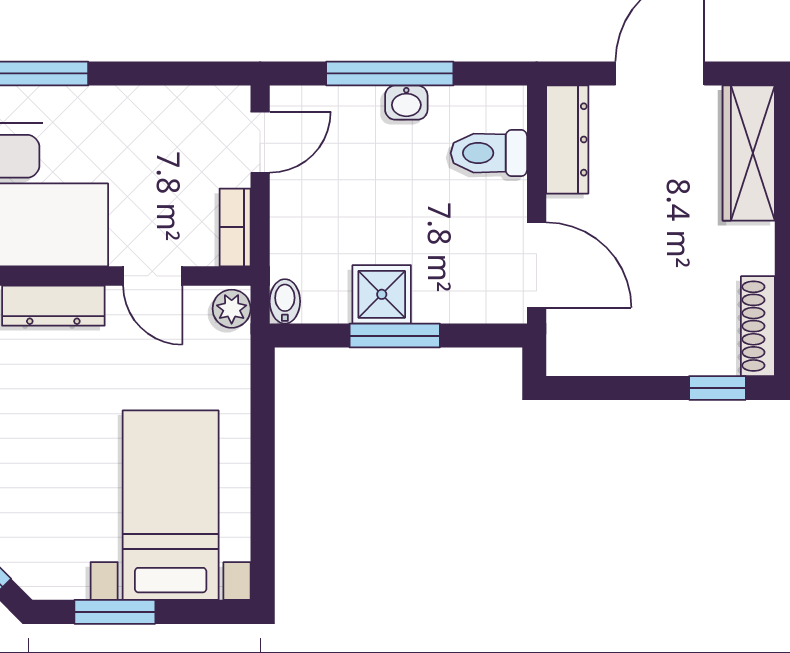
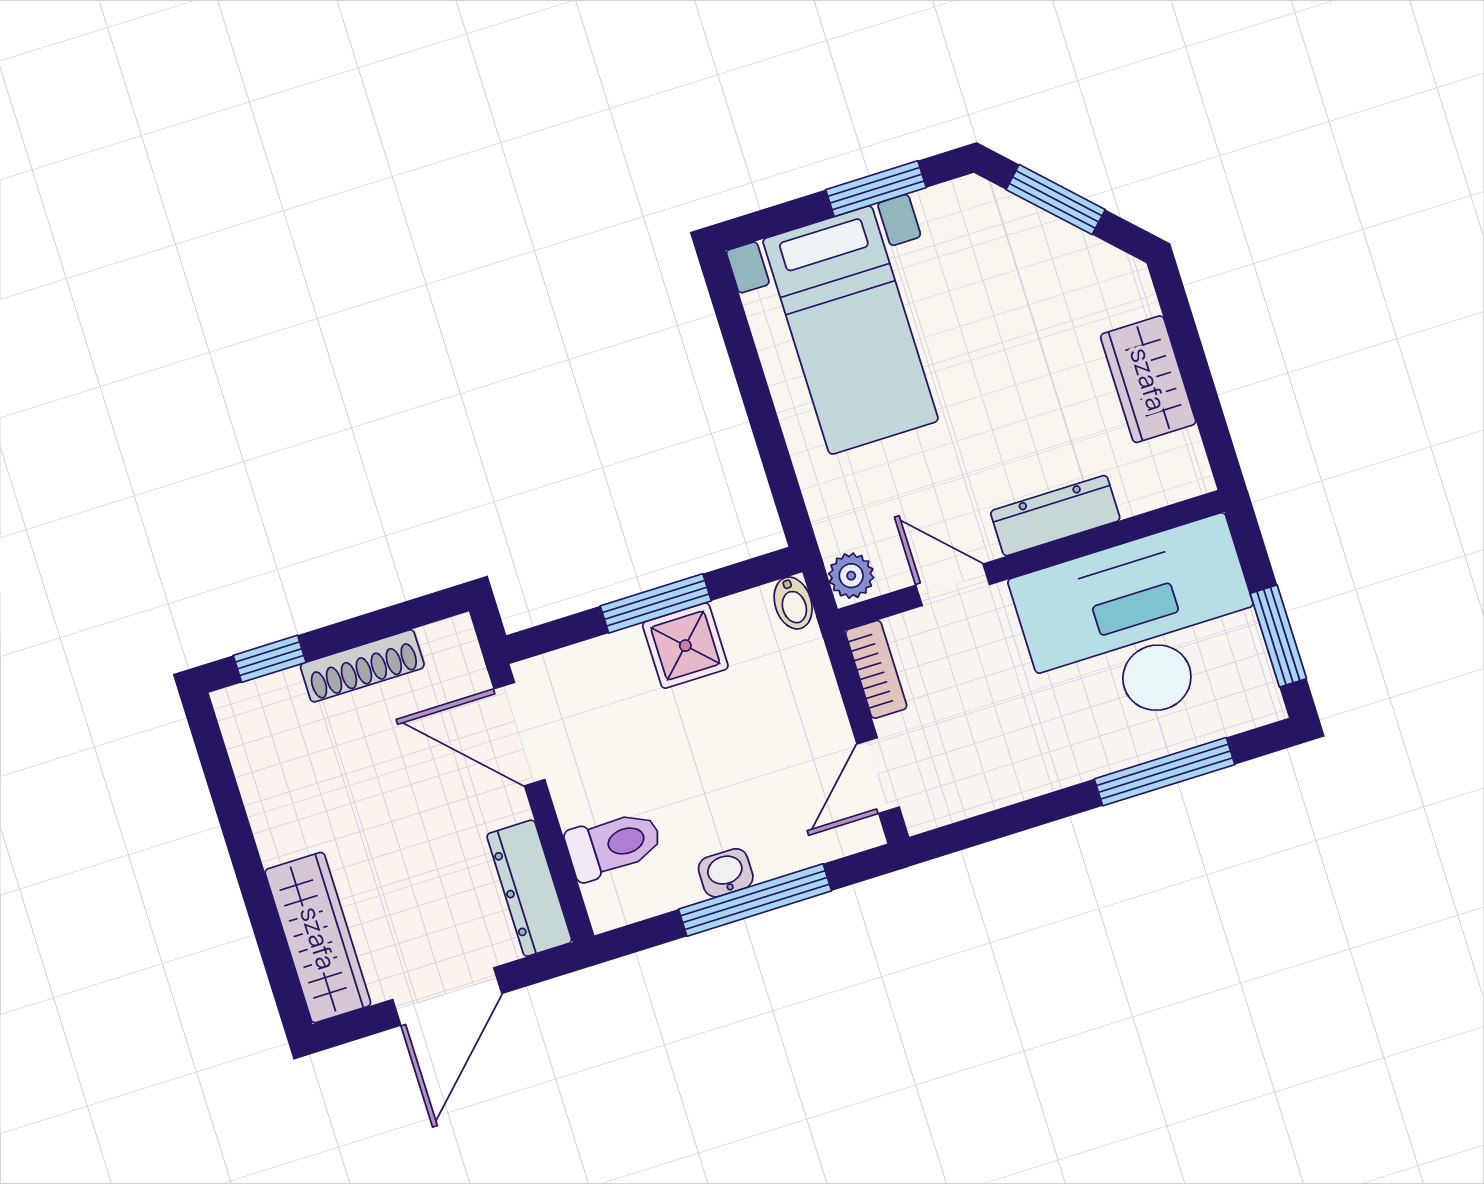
shoe rack: (758, 326) -> (362, 666), moved, turned 90

